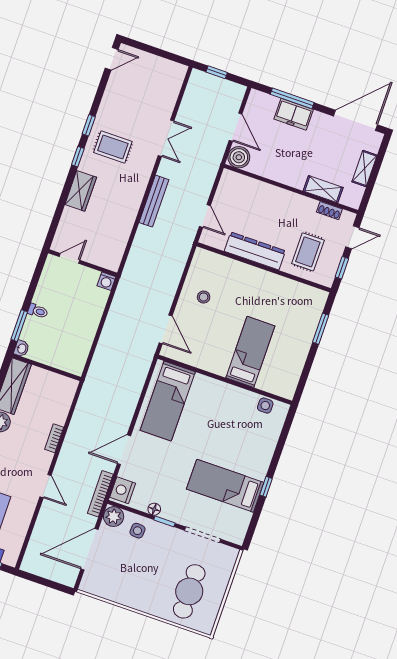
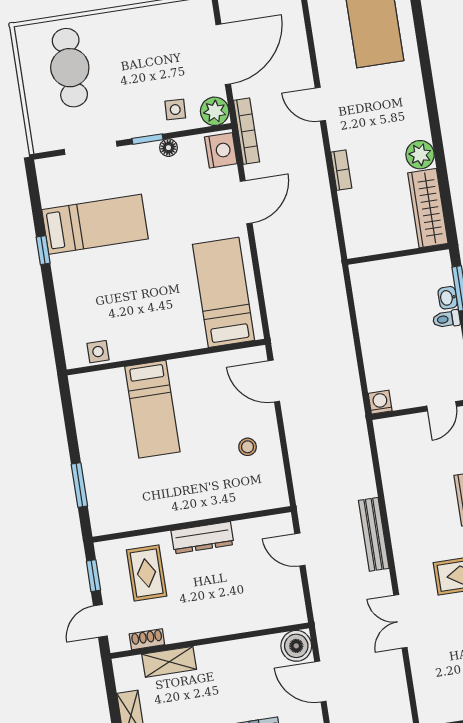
dresser: (255, 251) -> (202, 538), width x0.73, depth x0.80
washbasin: (22, 348) -> (448, 298), moved

